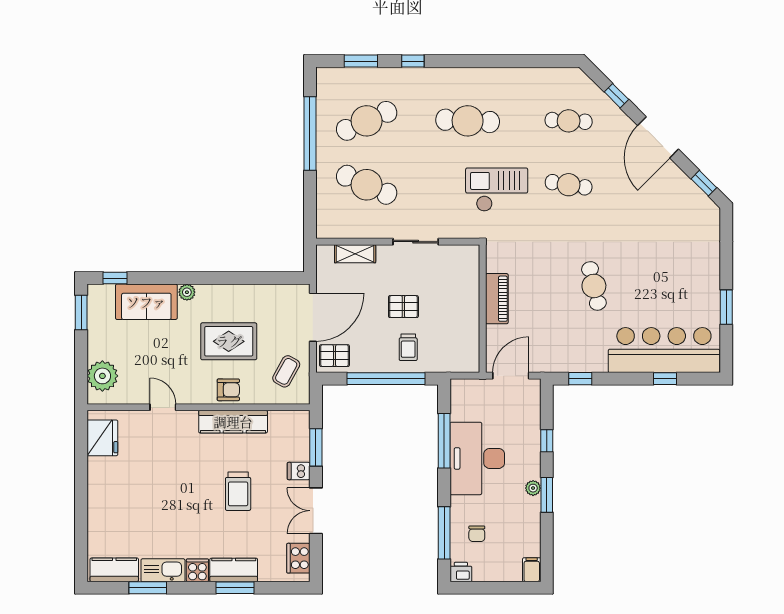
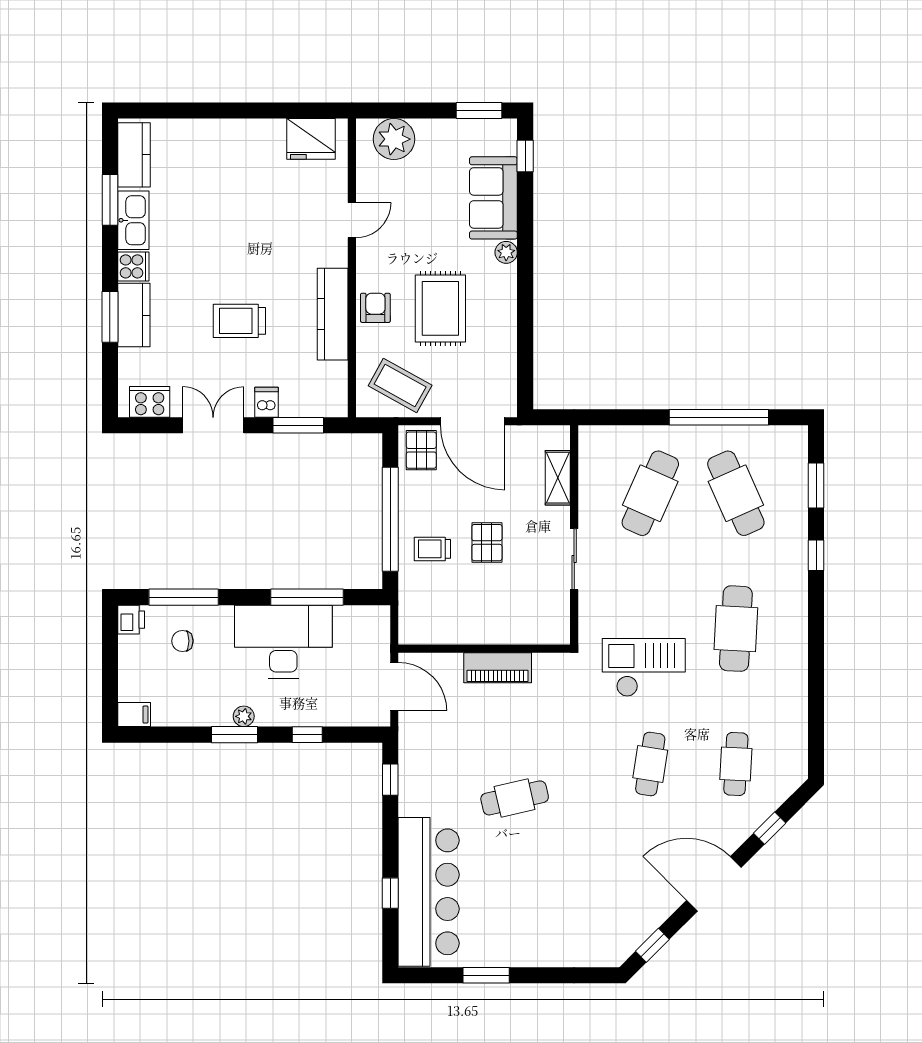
checkout: (497, 190) -> (644, 668), turned -90
coffee table: (286, 371) -> (400, 385), width x1.36, depth x1.30
armchair: (228, 390) -> (375, 308), turned 180

